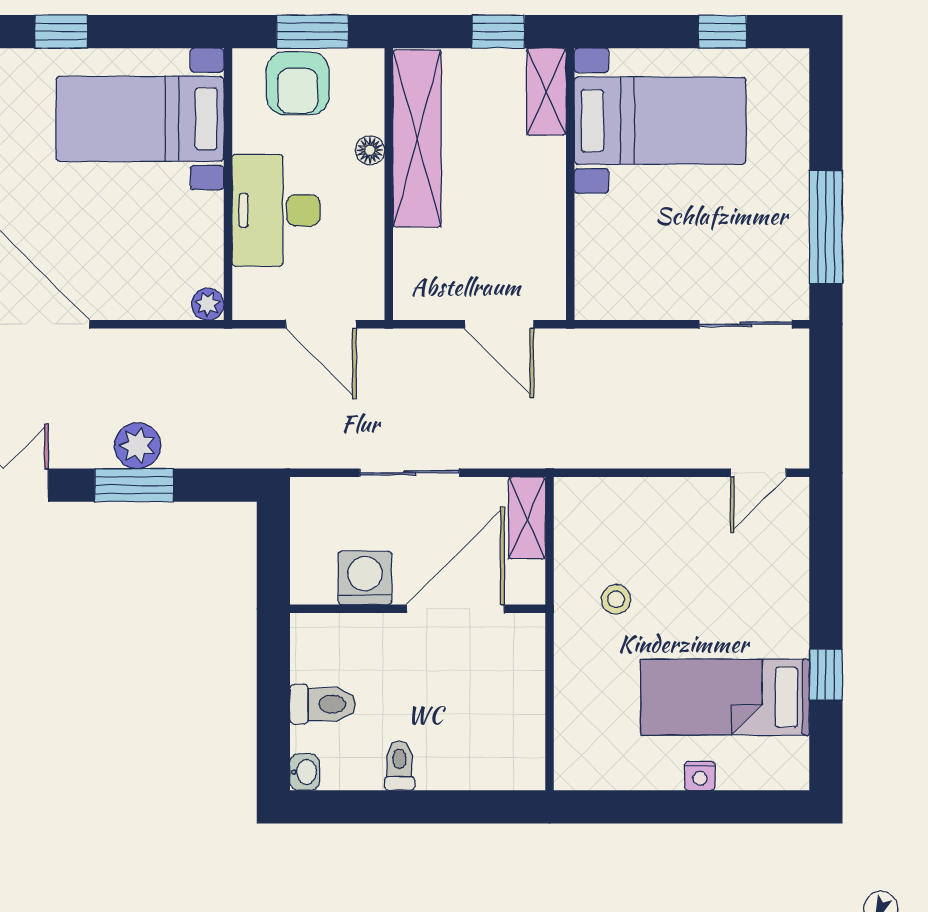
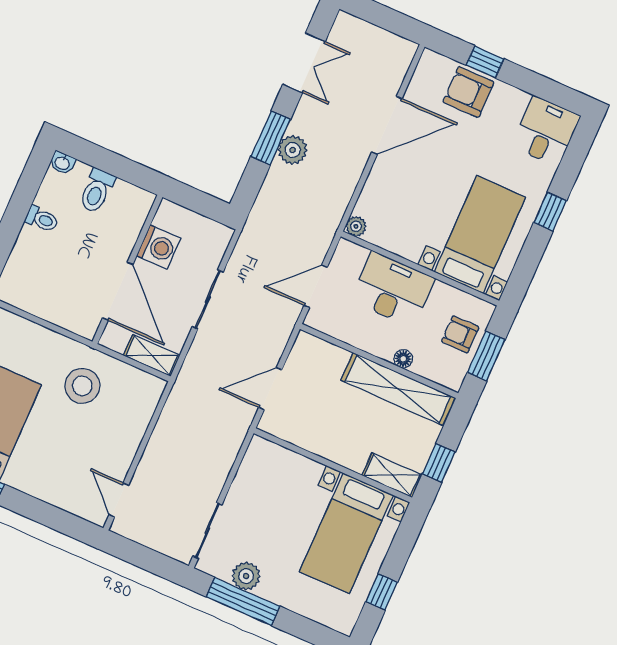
armchair: (298, 83) -> (460, 334), width x0.72, depth x0.72
plant: (787, 239) -> (246, 576), added
stool: (616, 599) -> (82, 386), width x1.89, depth x1.89

